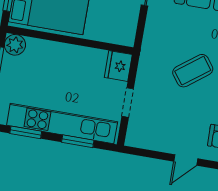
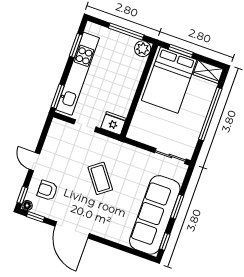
window: (78, 141) -> (58, 96), moved

